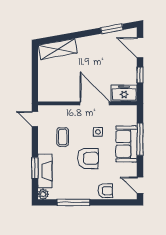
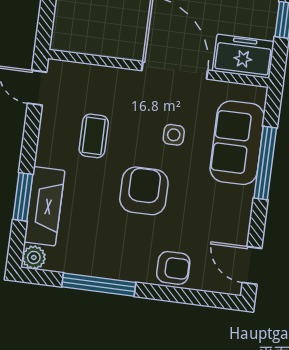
sofa: (126, 144) -> (237, 143), moved
armchair: (88, 158) -> (144, 191), turned -90

